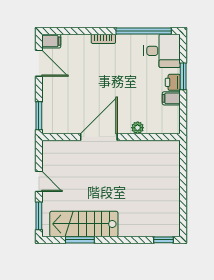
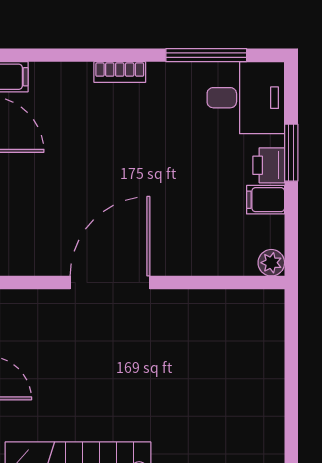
window: (144, 31) -> (206, 55), width x0.68
plant: (138, 128) -> (271, 263), moved

